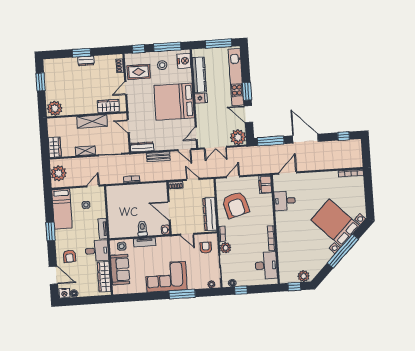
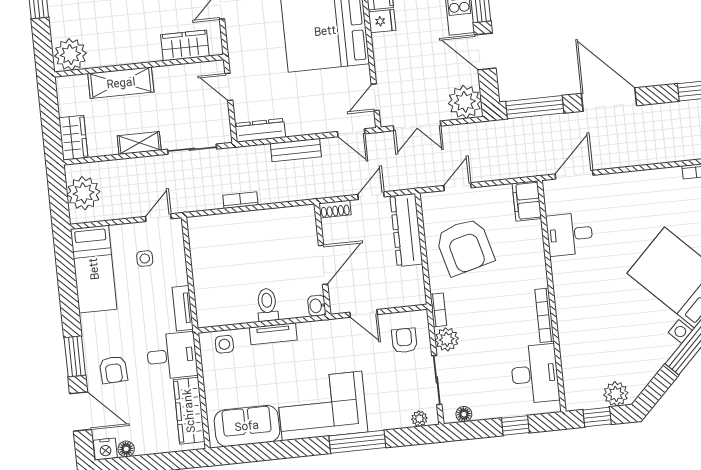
shelving: (92, 121) -> (121, 83), moved
door: (193, 179) -> (371, 196), hinge flipped
door: (169, 211) -> (323, 265), swing flipped
dresser: (210, 214) -> (406, 230), moved
window: (50, 231) -> (75, 356), moved
sofa: (120, 270) -> (247, 426), moved, turned -90
window: (241, 290) -> (515, 425), moved

